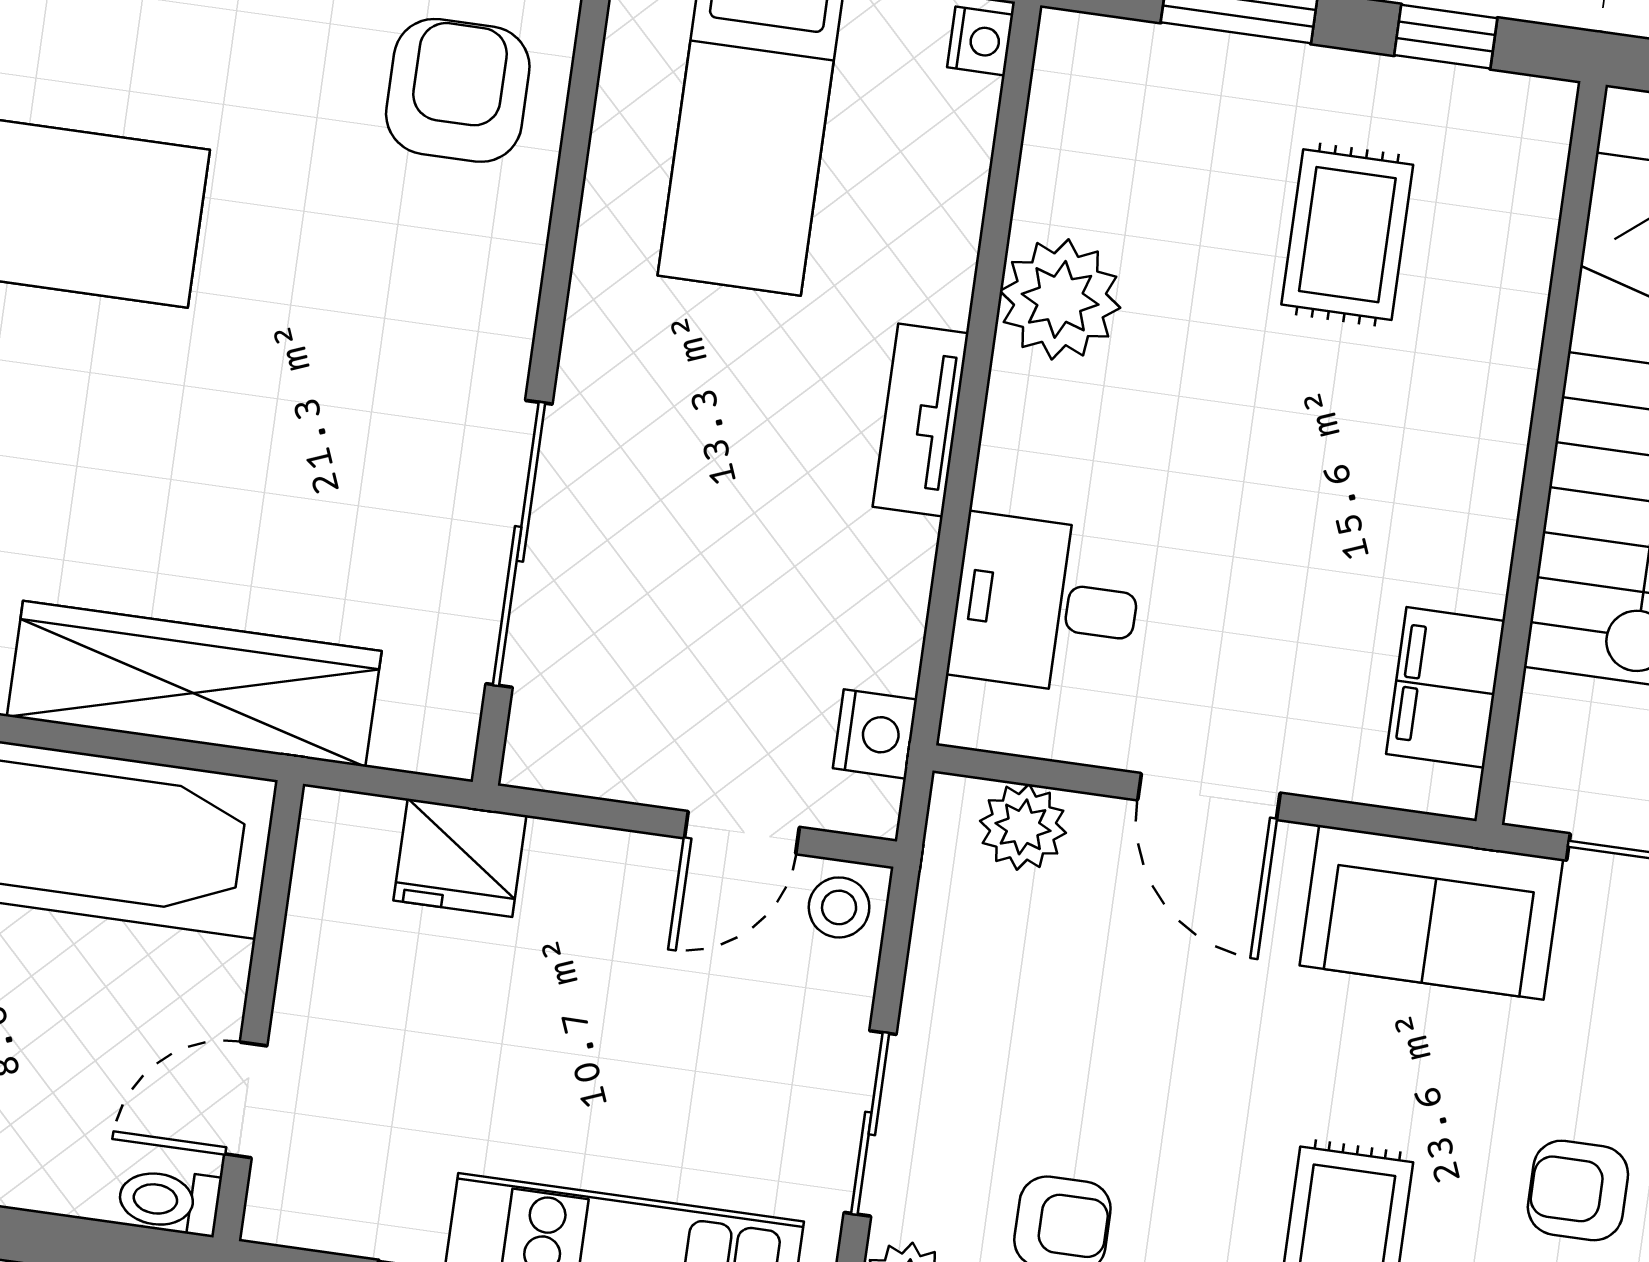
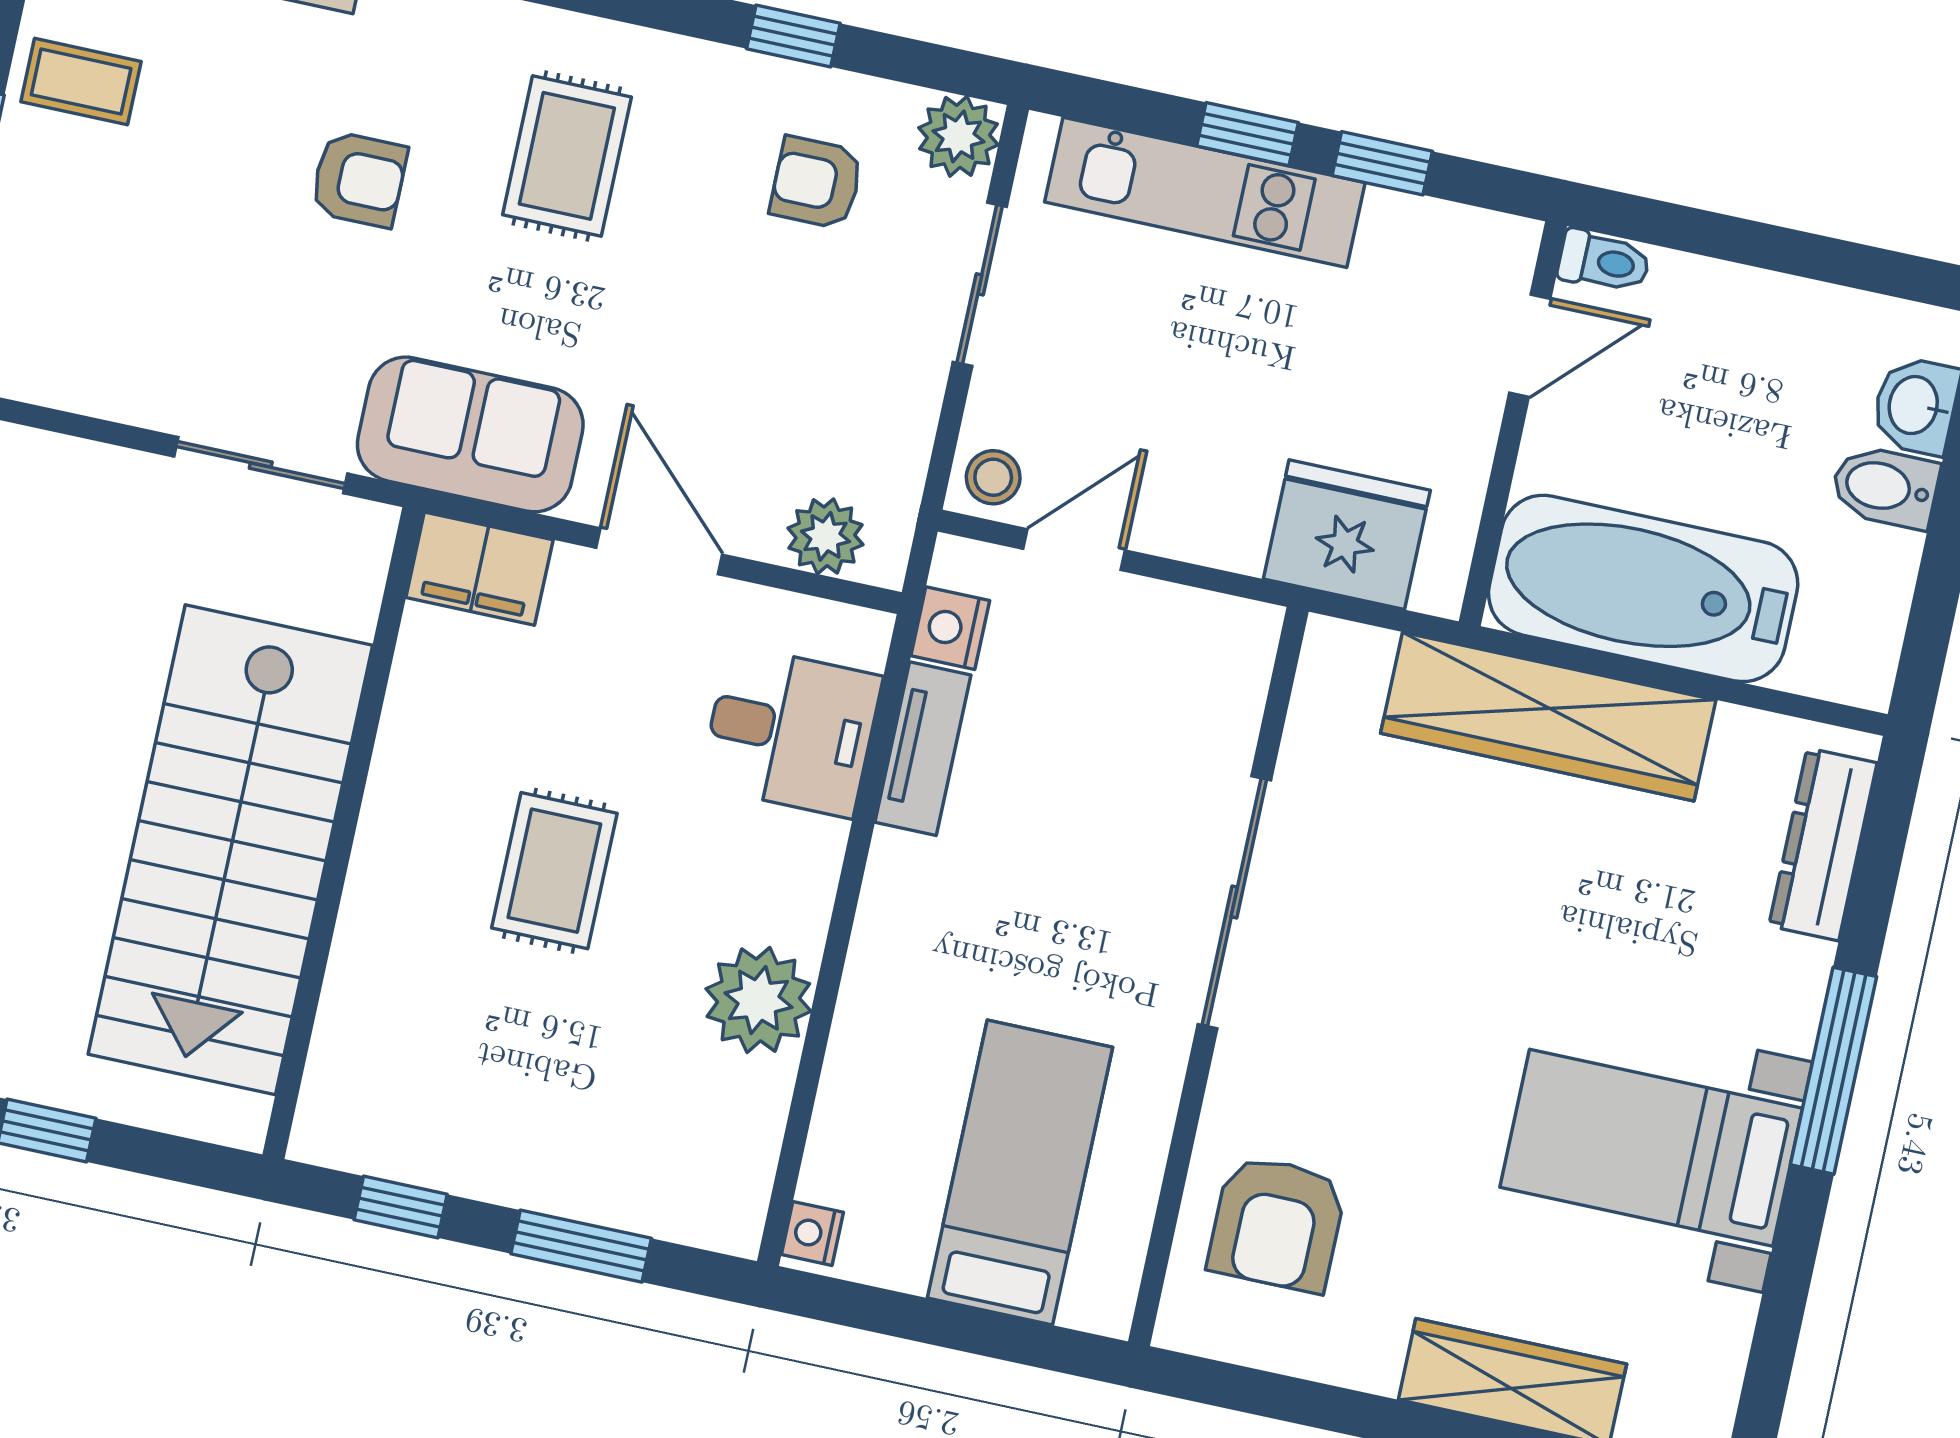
rug: (1347, 235) -> (554, 871), moved
tv unit: (921, 420) -> (923, 749), moved
sliding door: (519, 544) -> (1234, 902), moved
filing cabinet: (1445, 687) -> (479, 569), moved, turned 90
fridge: (460, 858) -> (1347, 535), width x1.36, depth x1.34

